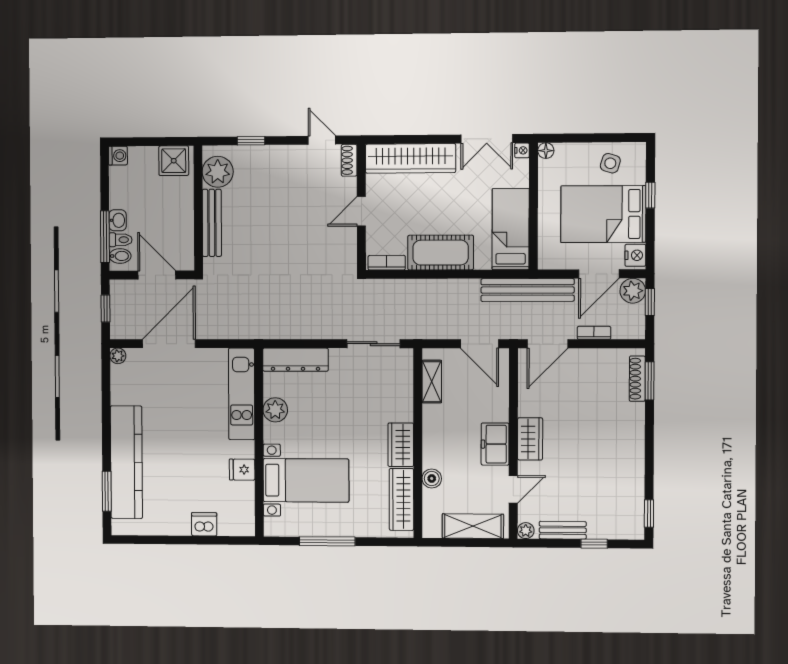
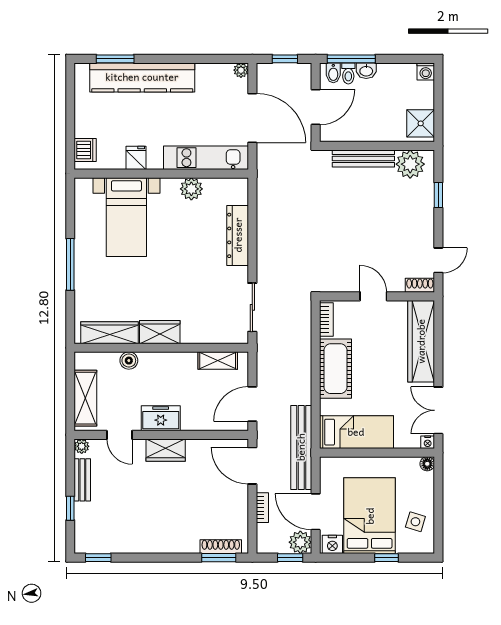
kitchen unit: (242, 394) -> (206, 158), moved
plant: (275, 410) -> (191, 189), moved
wall: (259, 442) -> (161, 174), moved
fridge: (242, 470) -> (136, 158), moved
bed with nightstands: (306, 480) -> (126, 217), moved

